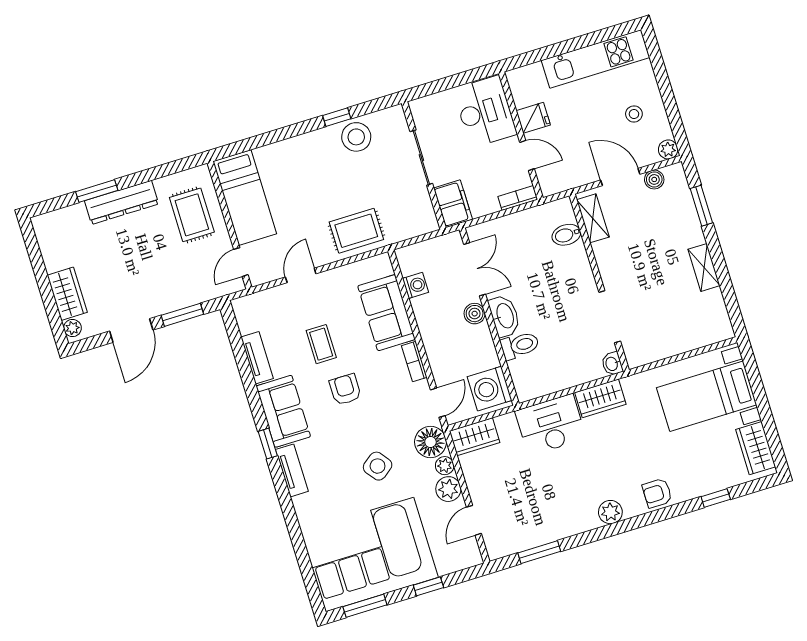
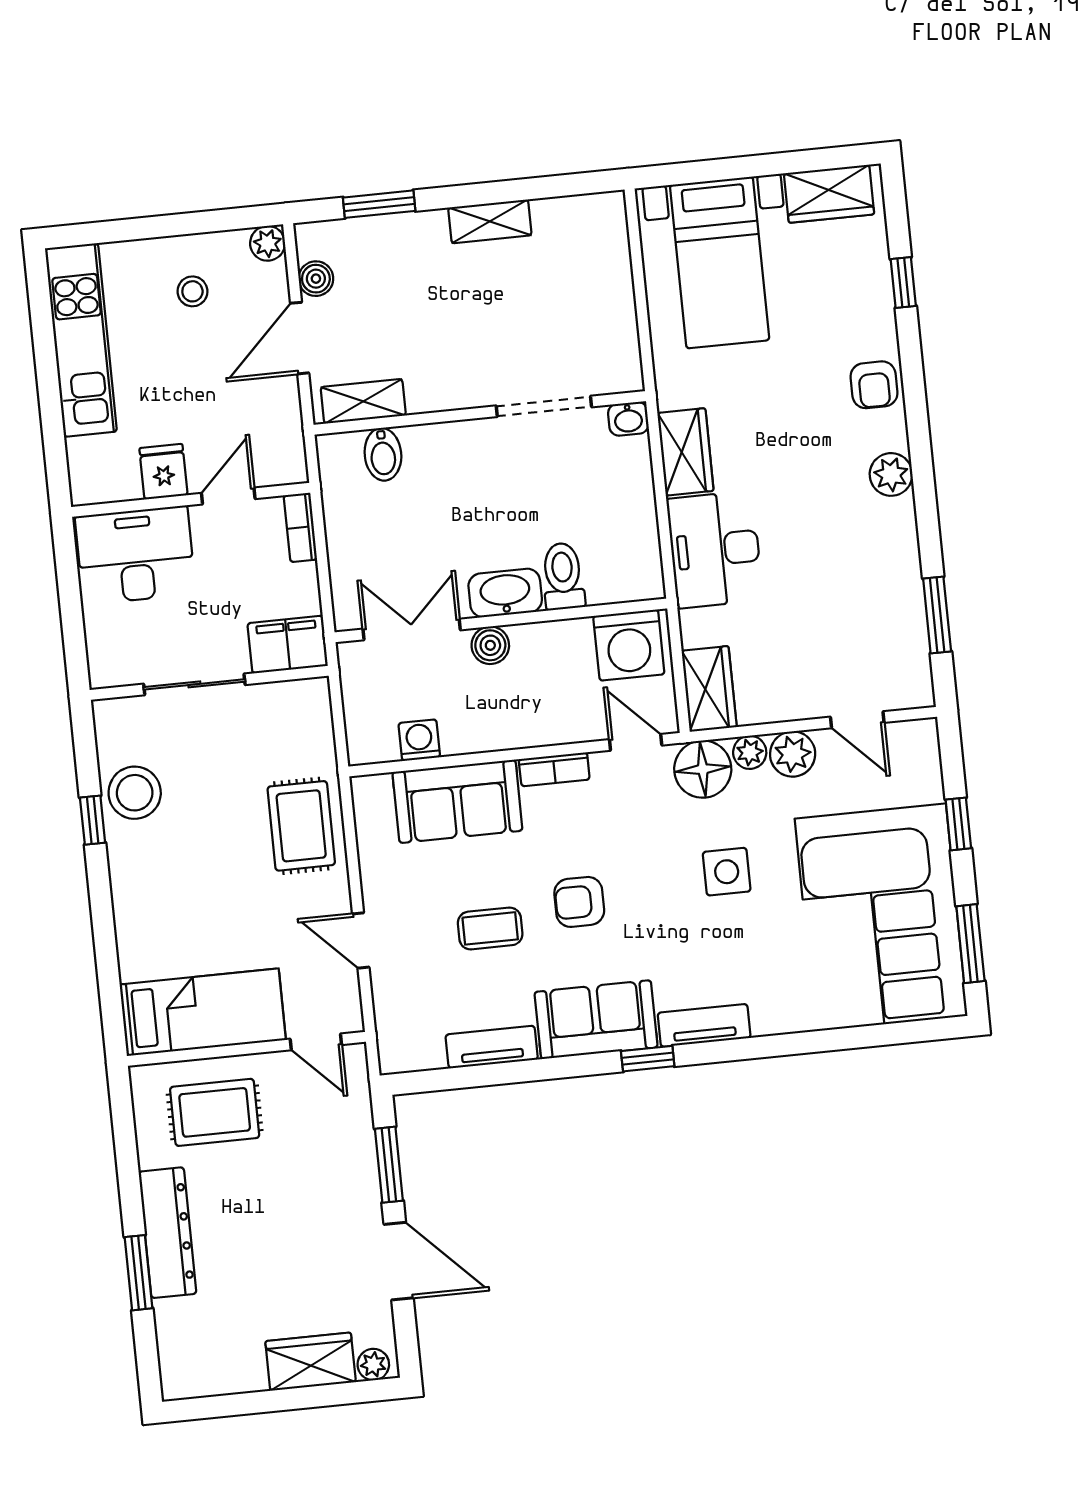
side table: (378, 466) -> (727, 872), turned 37

